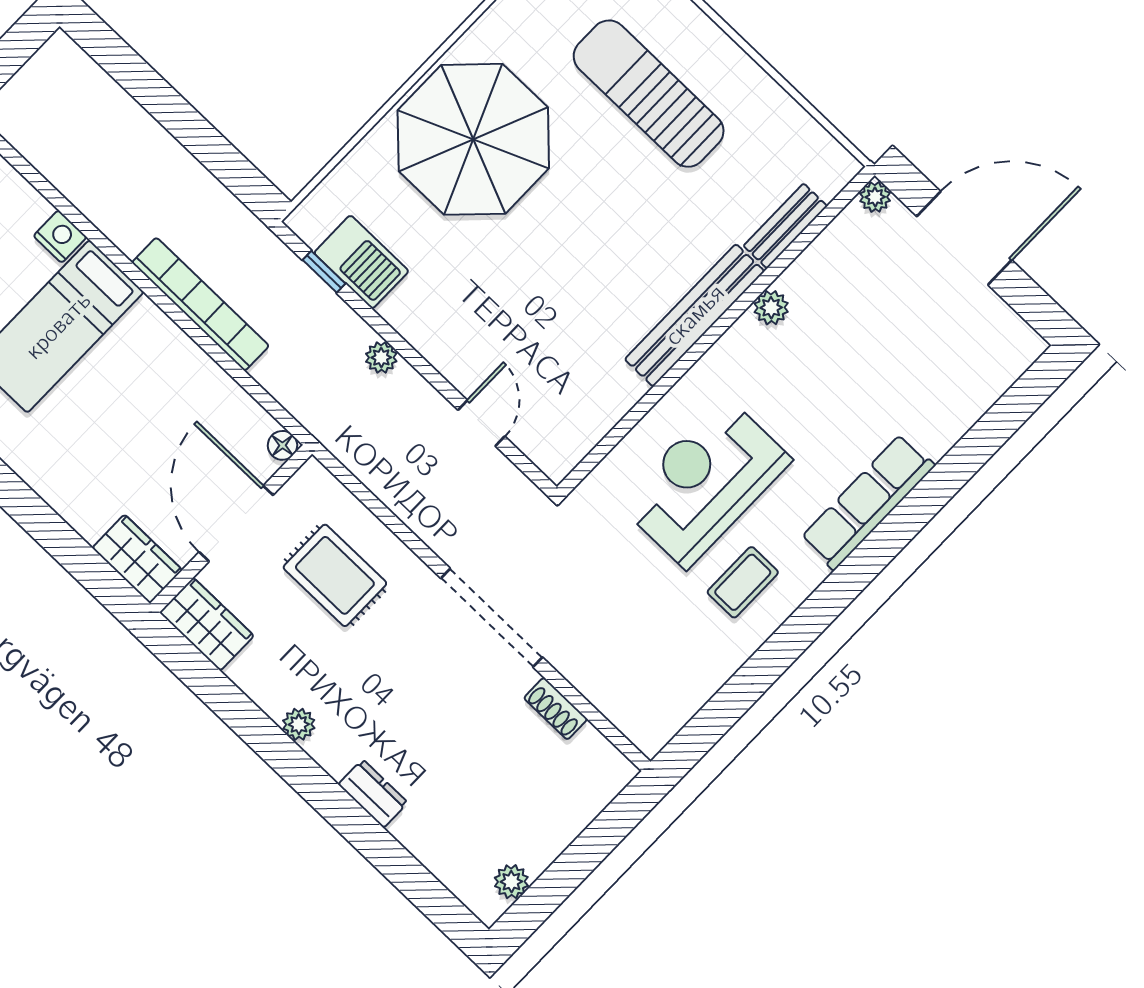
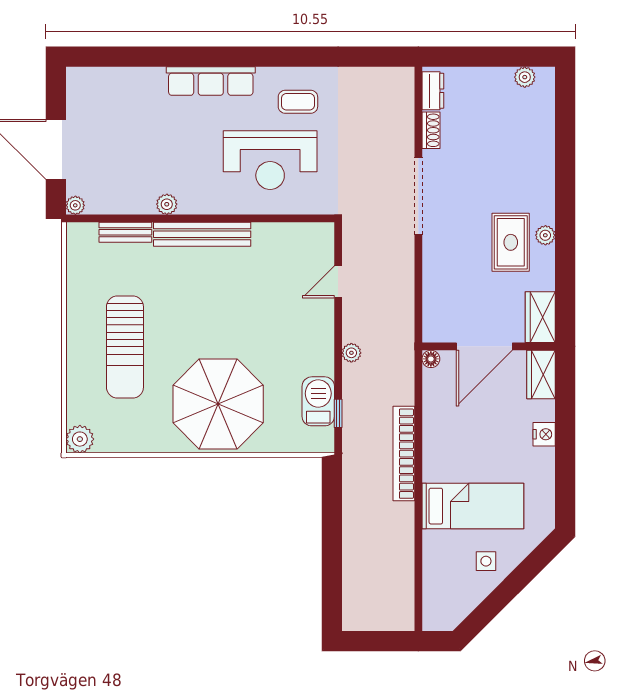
nightstand: (60, 237) -> (544, 434), moved, turned 180
rug: (335, 575) -> (511, 242), moved
dresser: (373, 794) -> (433, 91), moved, turned 180

